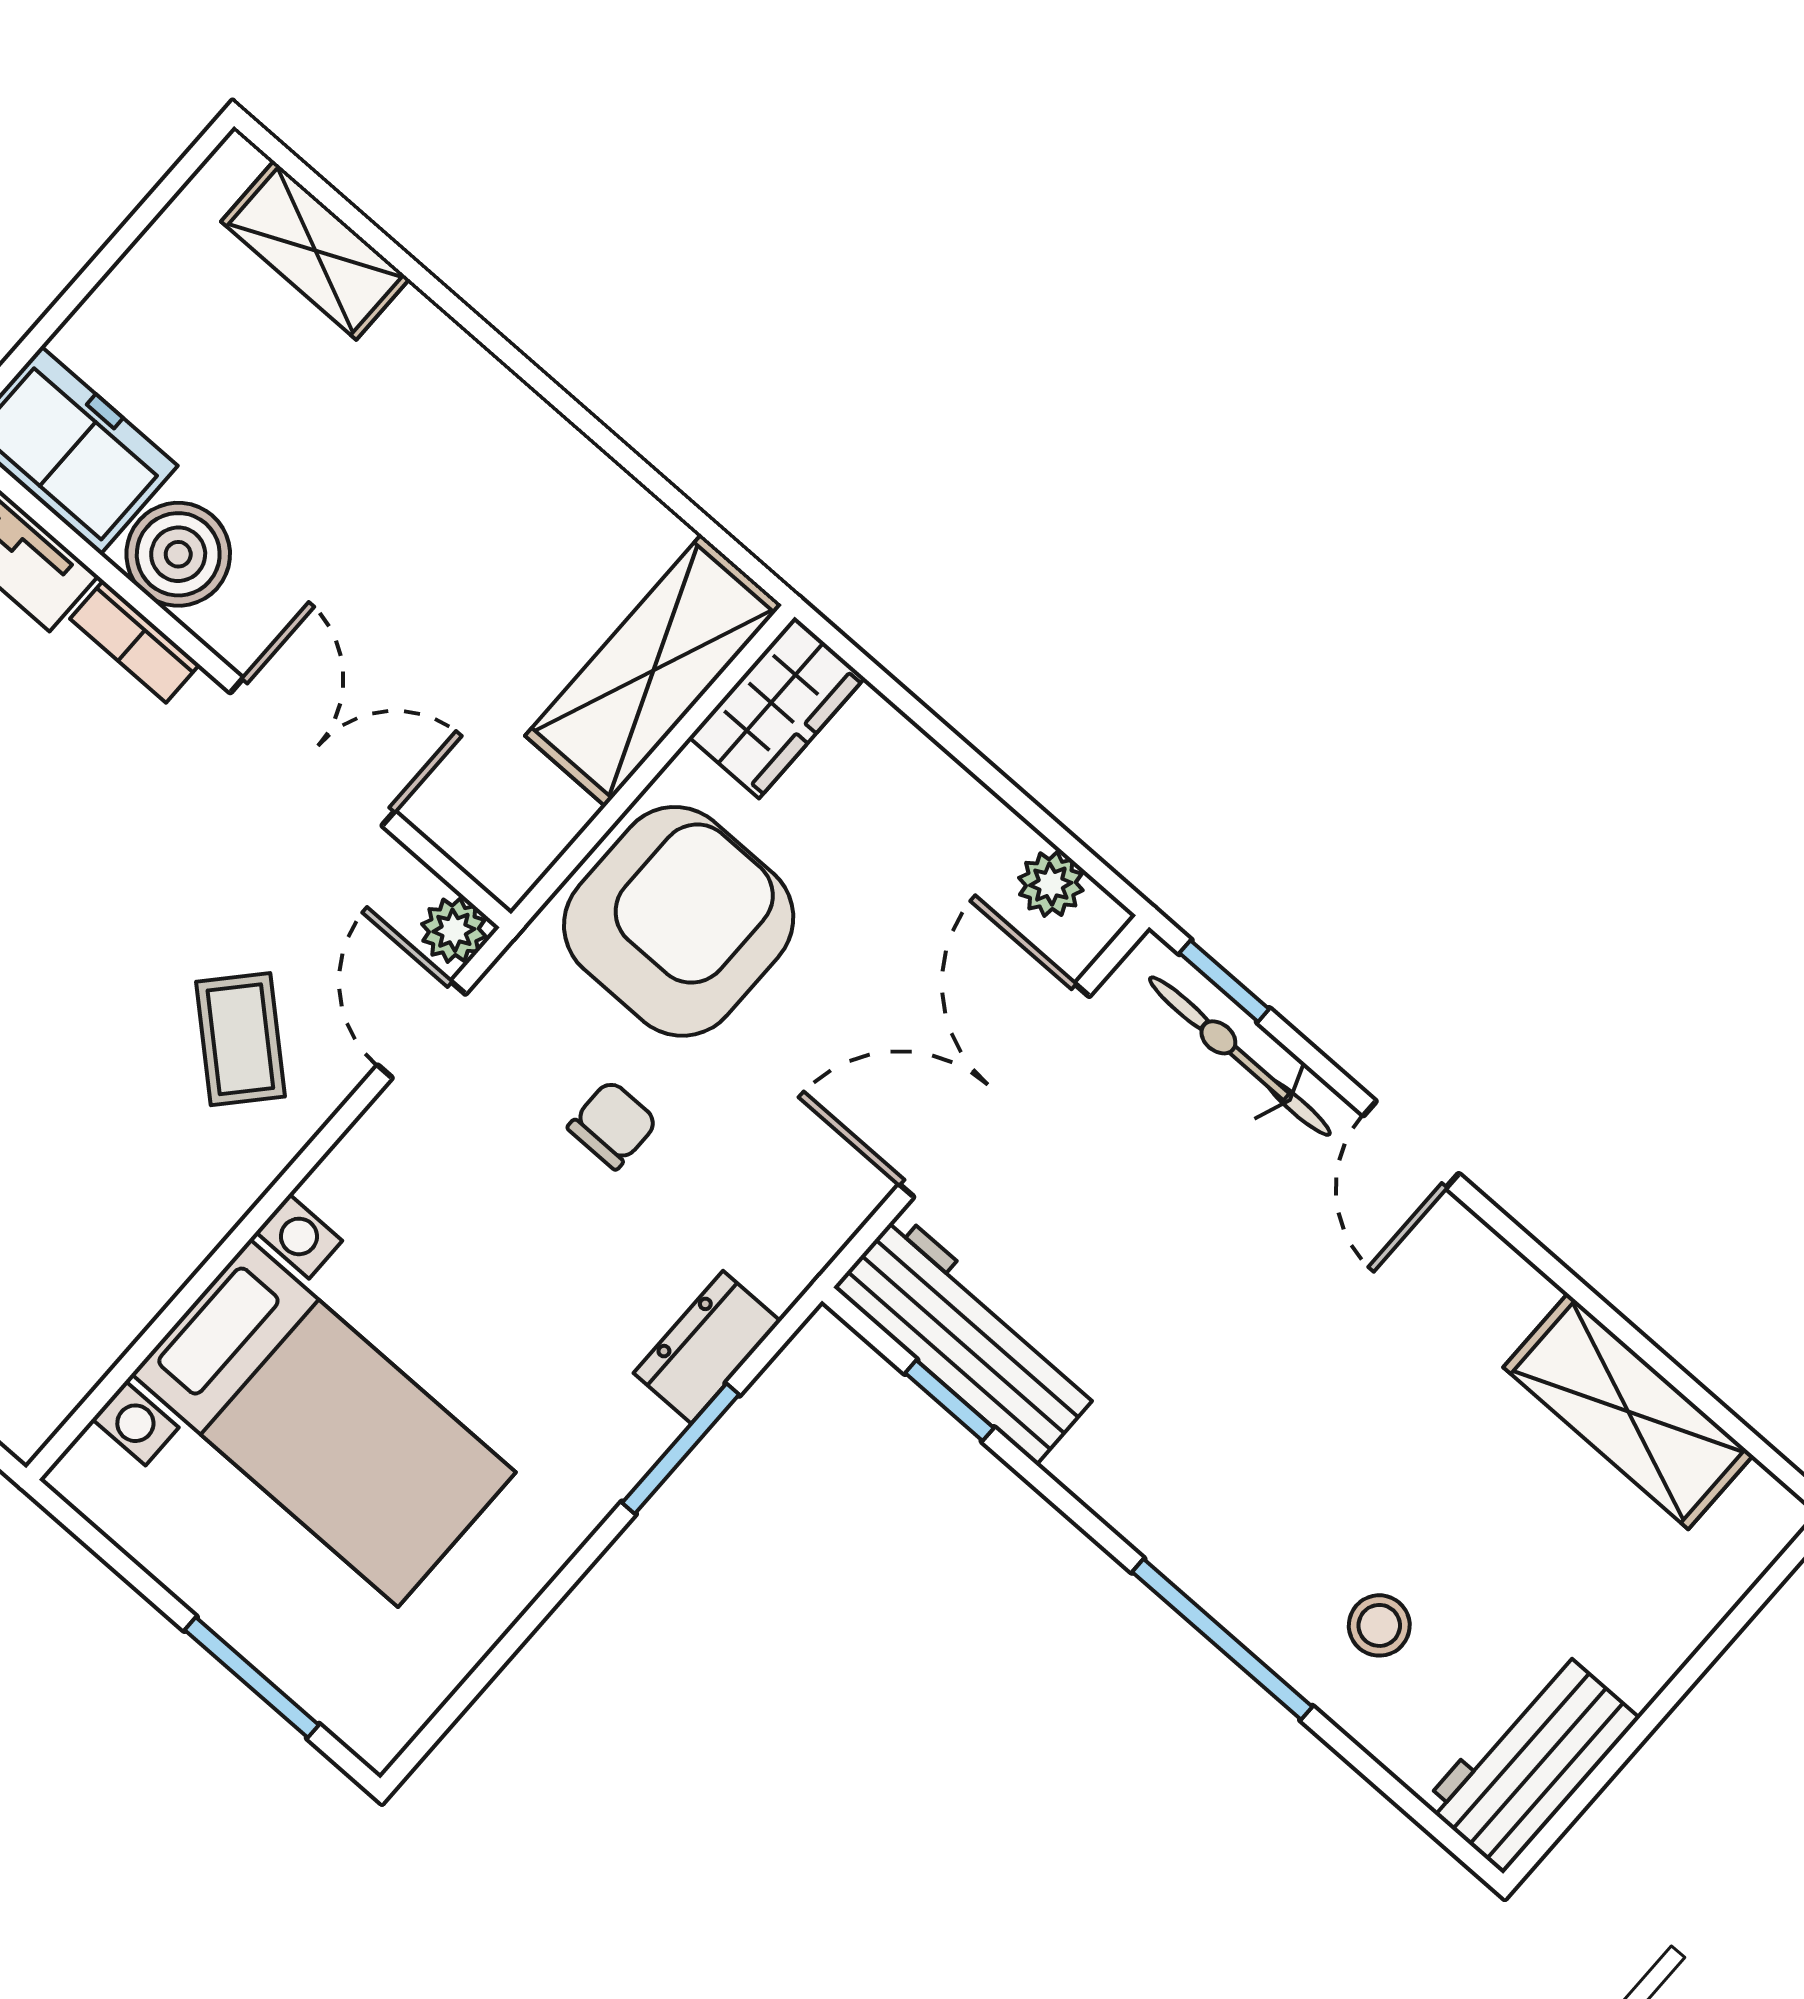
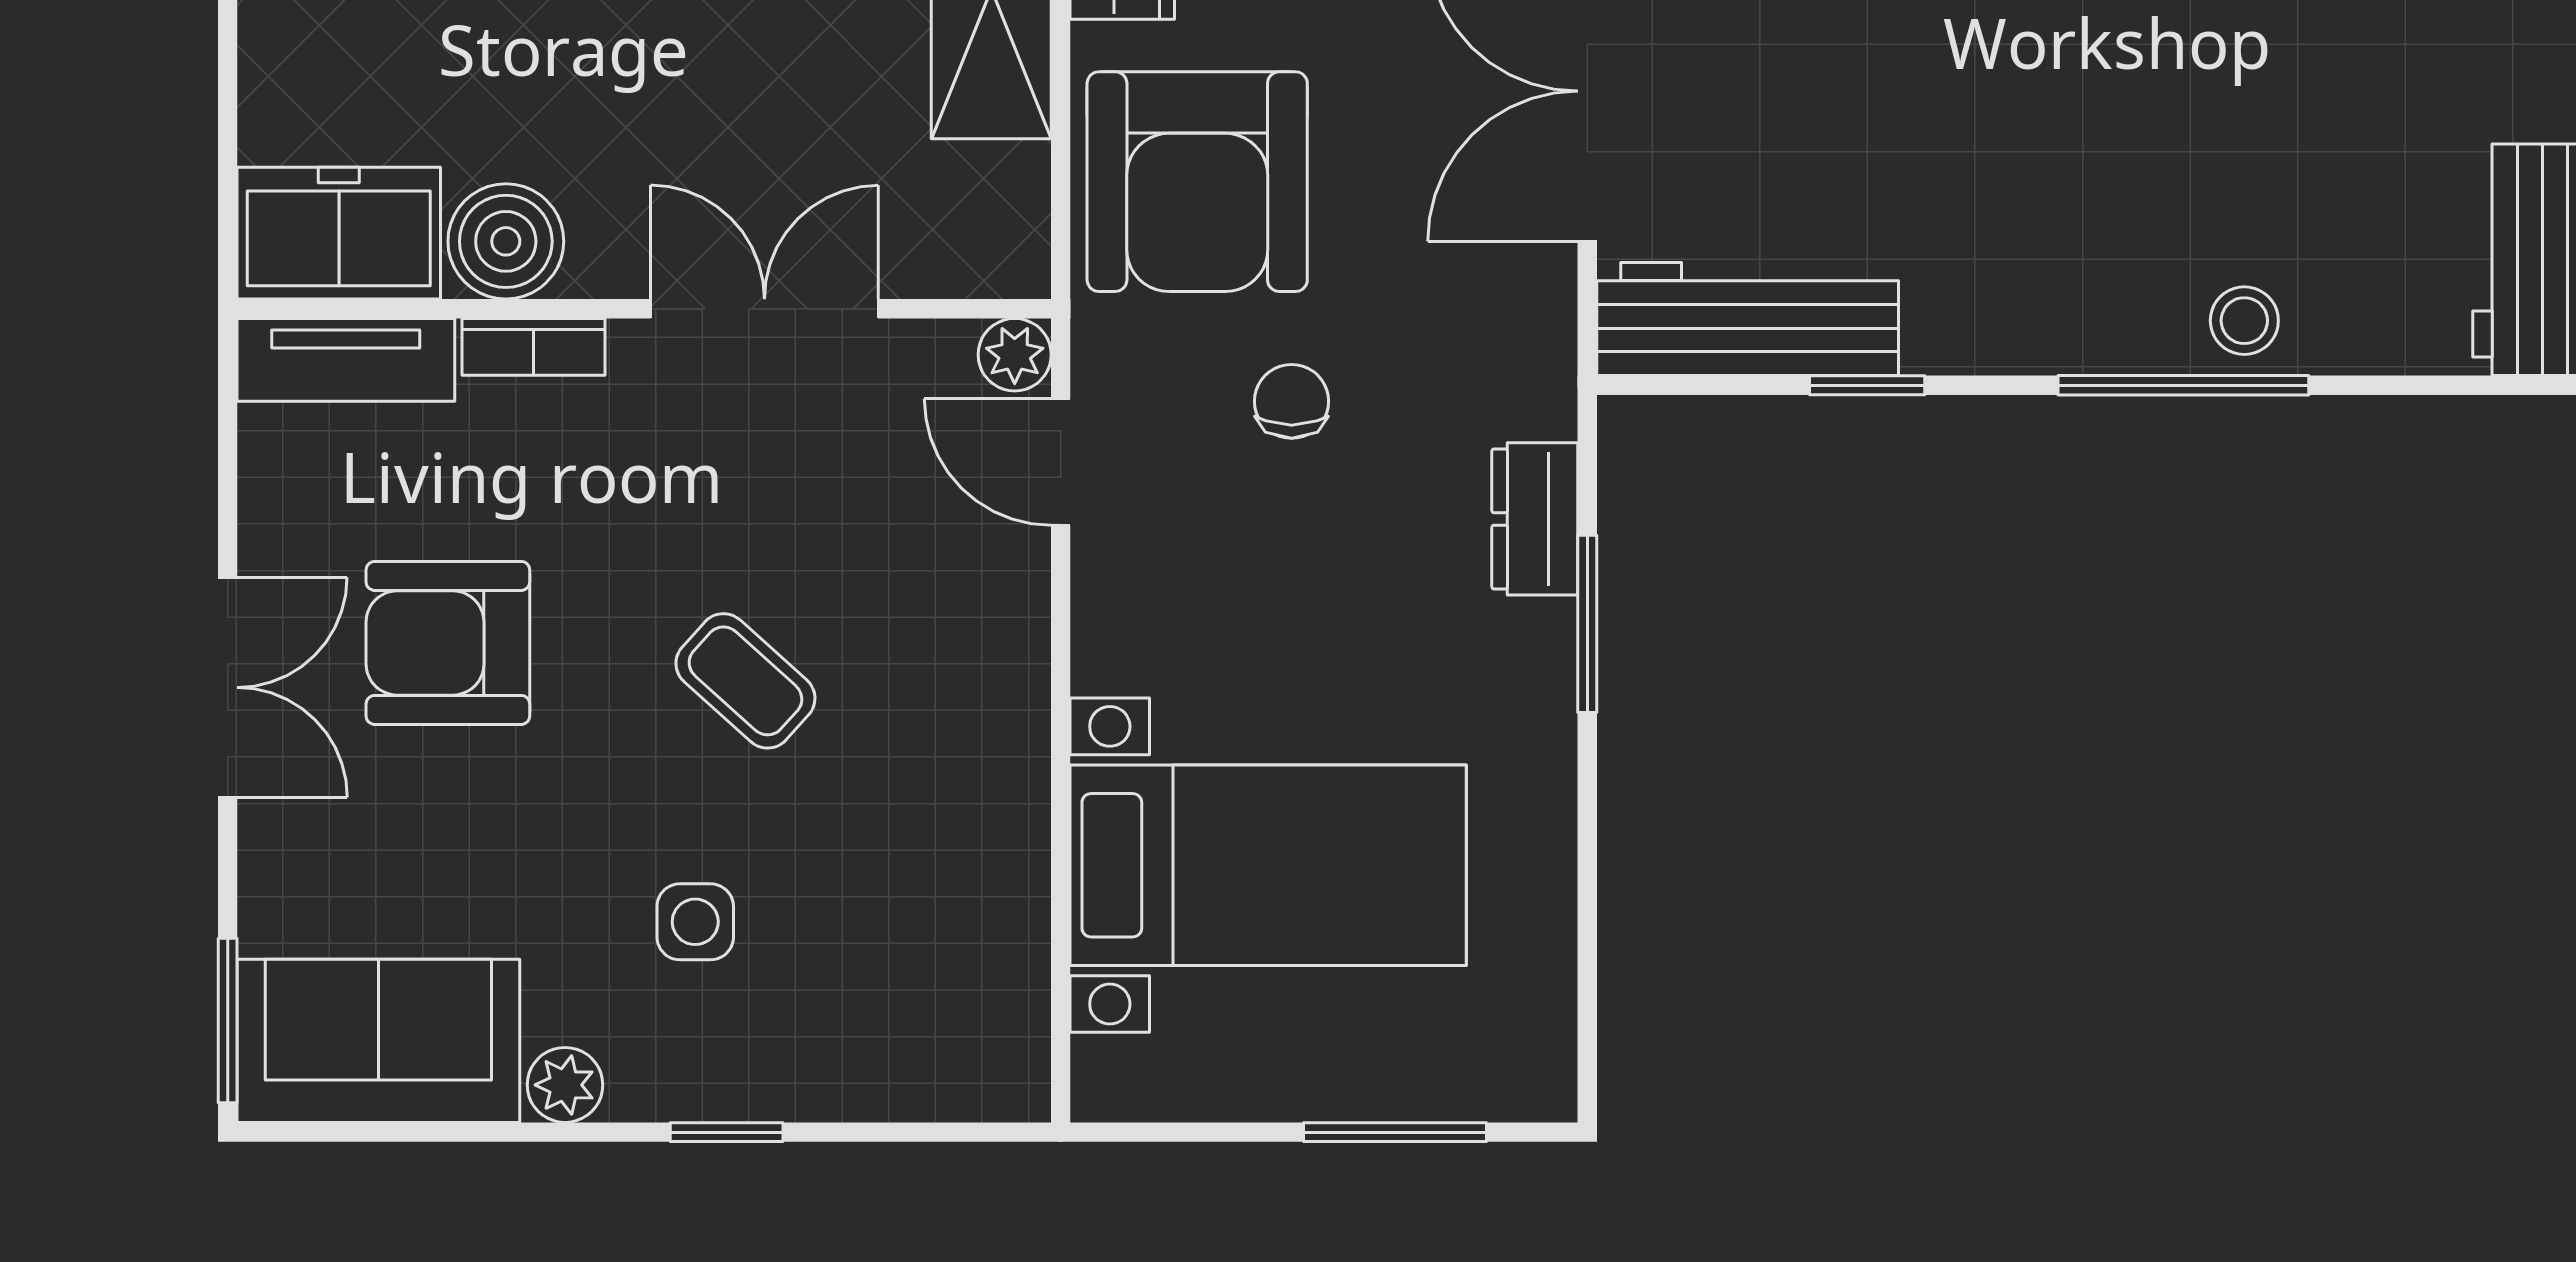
armchair: (679, 921) -> (1197, 182), turned 180
coffee table: (240, 1039) -> (745, 681), moved
window: (949, 1401) -> (1867, 385), moved
stool: (1379, 1625) -> (2244, 321), moved

